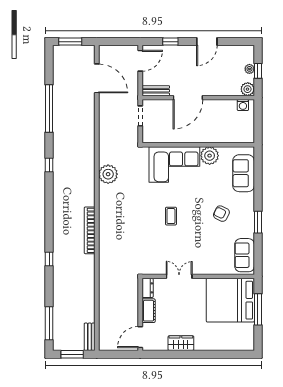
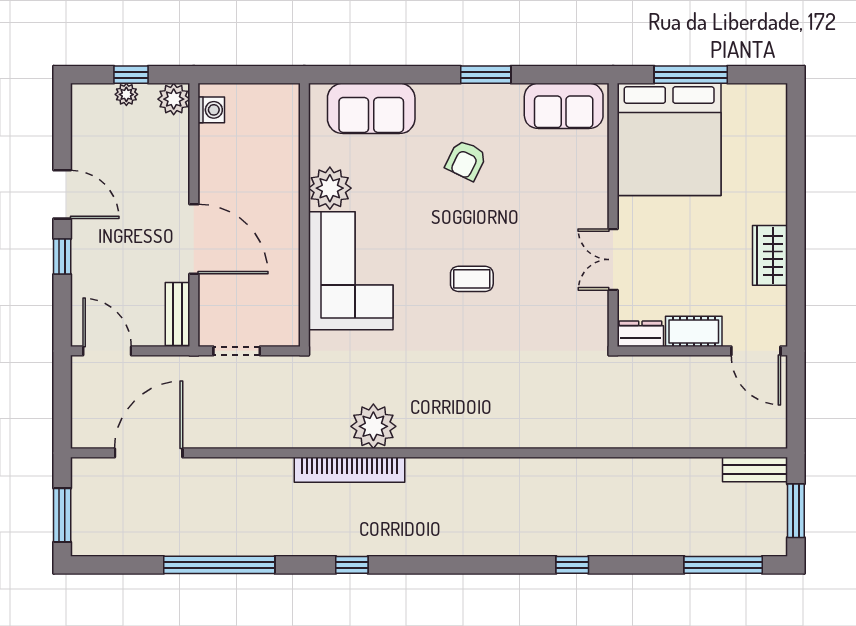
window: (170, 42) -> (62, 256), moved
bookcase: (90, 230) -> (349, 470), moved

